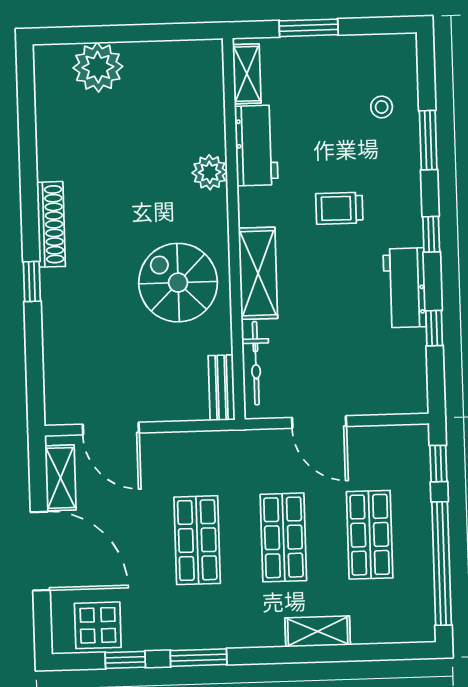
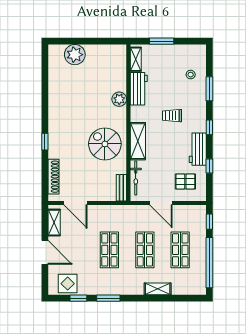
shoe rack: (51, 224) -> (54, 177), moved
pallet: (377, 368) -> (185, 182), added
door: (40, 551) -> (45, 252), width x0.73

